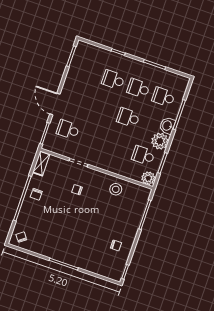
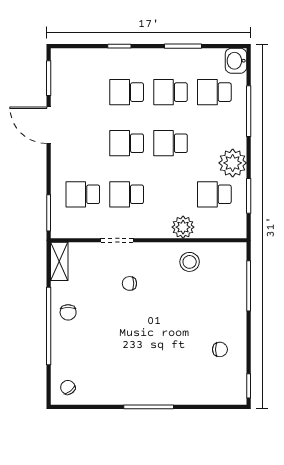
door: (55, 104) -> (49, 125), moved
school desk: (103, 109) -> (127, 143), added
washbasin: (167, 126) -> (236, 61), moved
school desk: (93, 138) -> (127, 194), added
plant: (148, 178) -> (183, 227), moved

